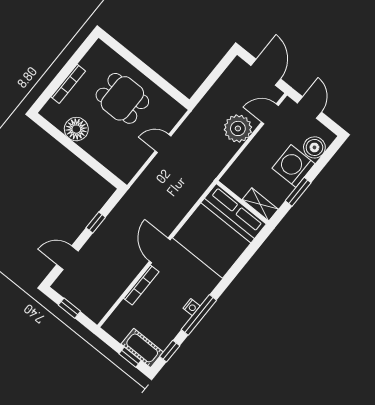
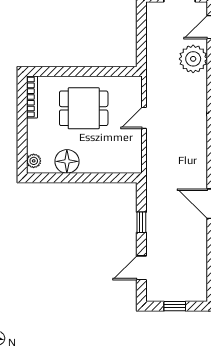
bookcase: (68, 84) -> (32, 97), moved
plant: (51, 108) -> (34, 161), added

